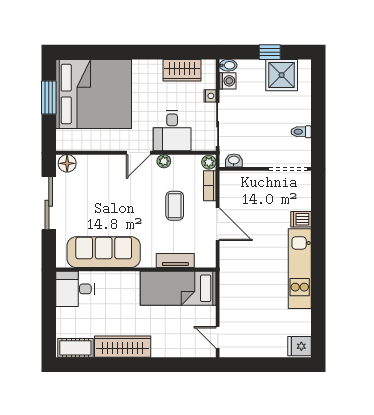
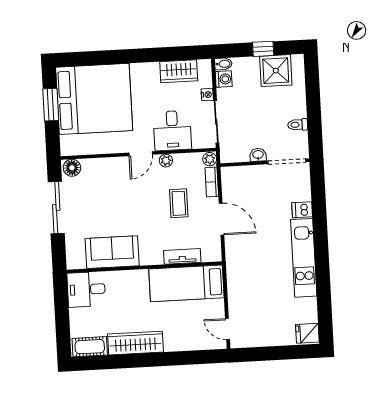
washbasin: (234, 160) -> (258, 155), moved
sofa: (104, 252) -> (112, 252), width x0.73

